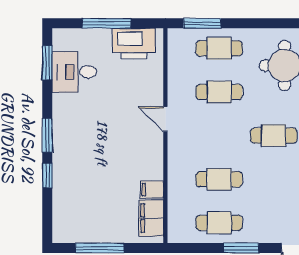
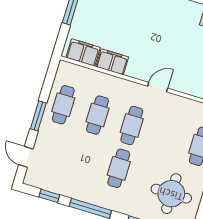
cafe table: (219, 92) -> (132, 125), moved
filing cabinet: (152, 190) -> (112, 62), width x2.00

